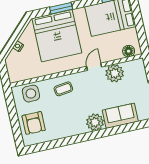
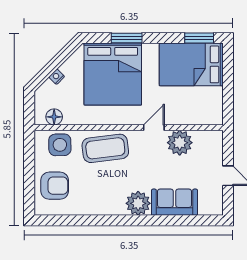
floor lamp: (129, 51) -> (54, 117), moved
coffee table: (63, 89) -> (105, 148), width x1.86, depth x1.72
armchair: (34, 123) -> (55, 186), turned -90

